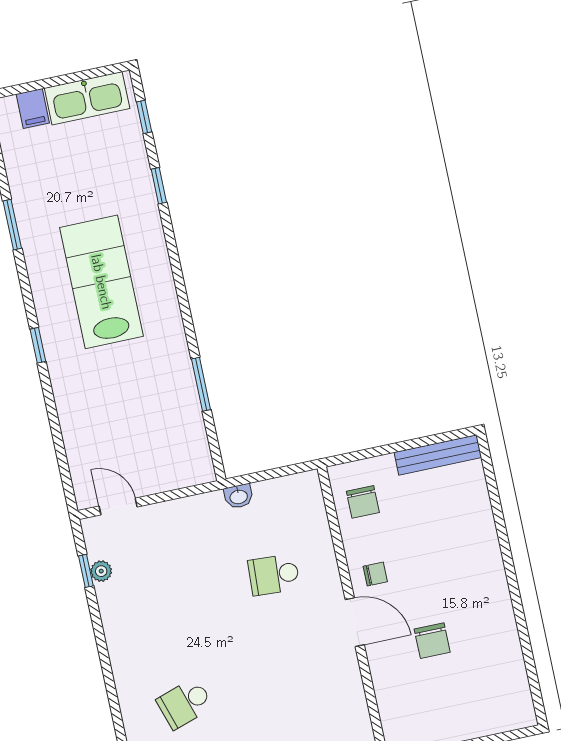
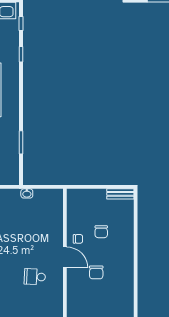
bench: (438, 455) -> (120, 194), width x0.73
chair: (363, 502) -> (101, 232), moved
school desk: (274, 575) -> (35, 277), moved

